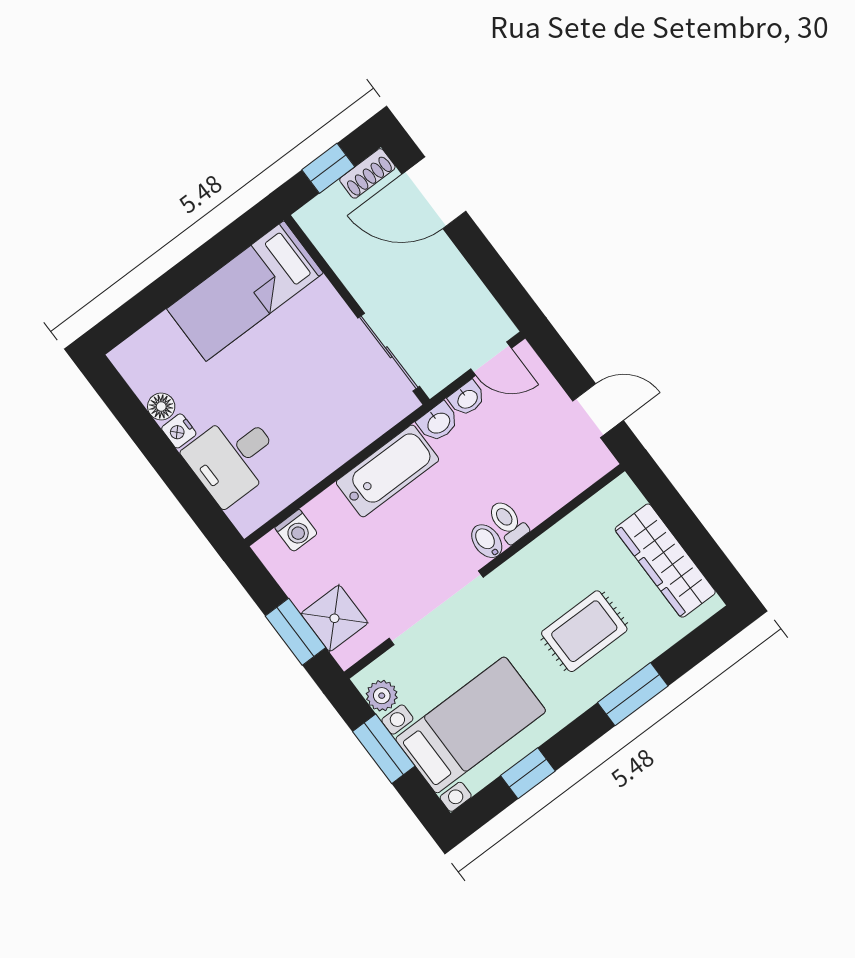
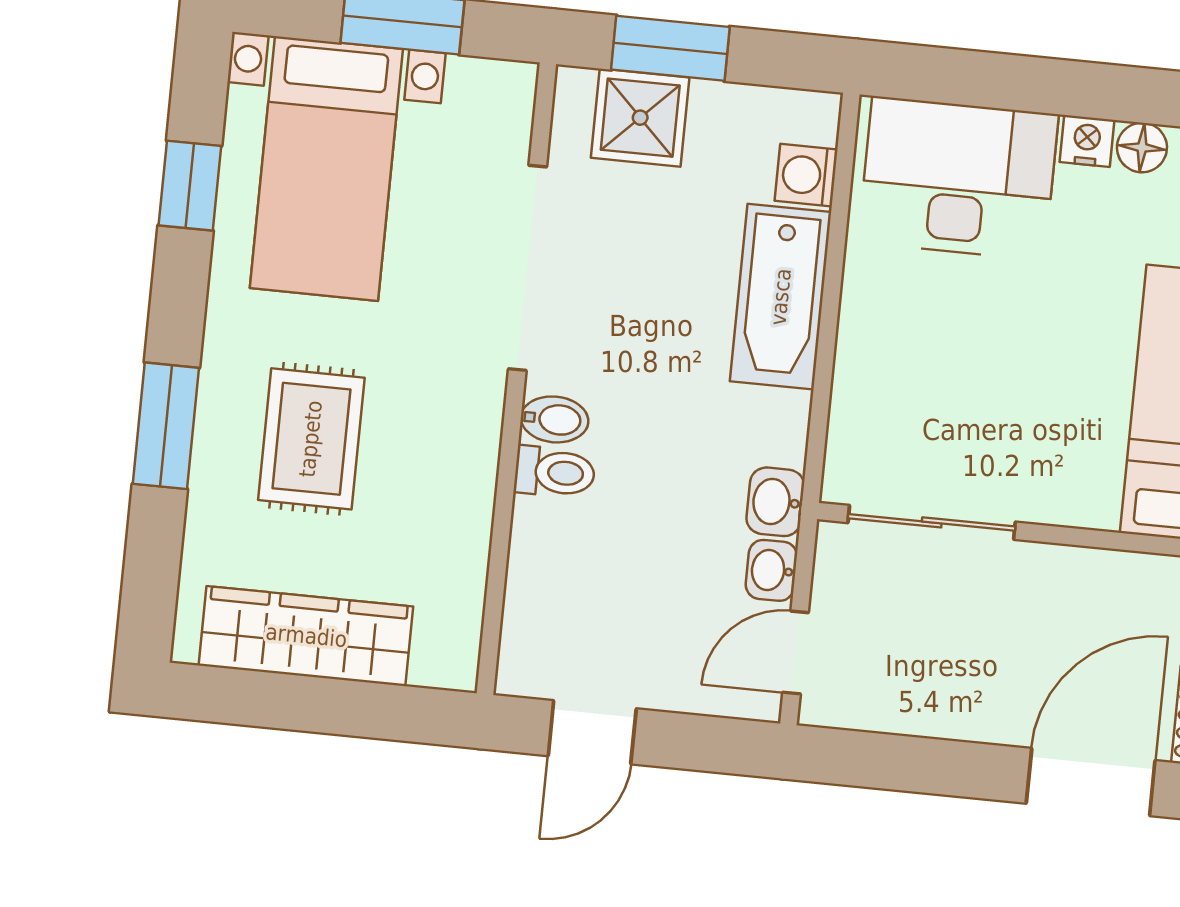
desk: (233, 458) -> (958, 178), width x1.37
bathtub: (387, 471) -> (781, 297), moved
plant: (382, 696) -> (477, 85), removed

